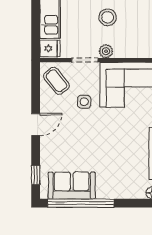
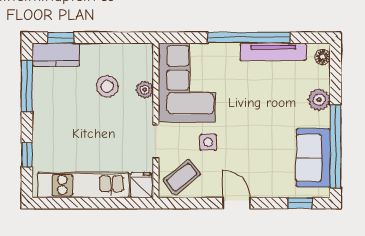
stool: (108, 17) -> (107, 86), moved
plant: (106, 51) -> (145, 90), moved
plant: (118, 190) -> (319, 100), added

